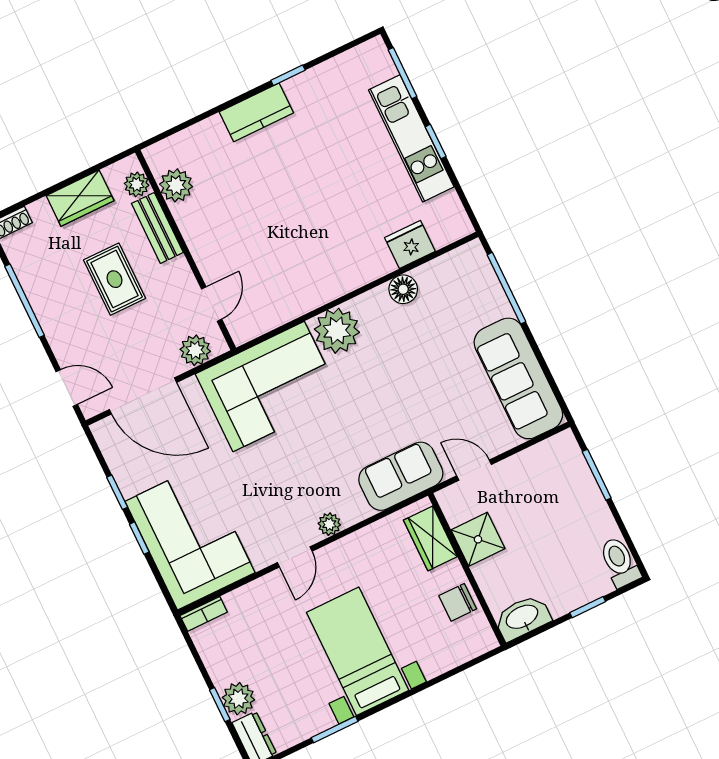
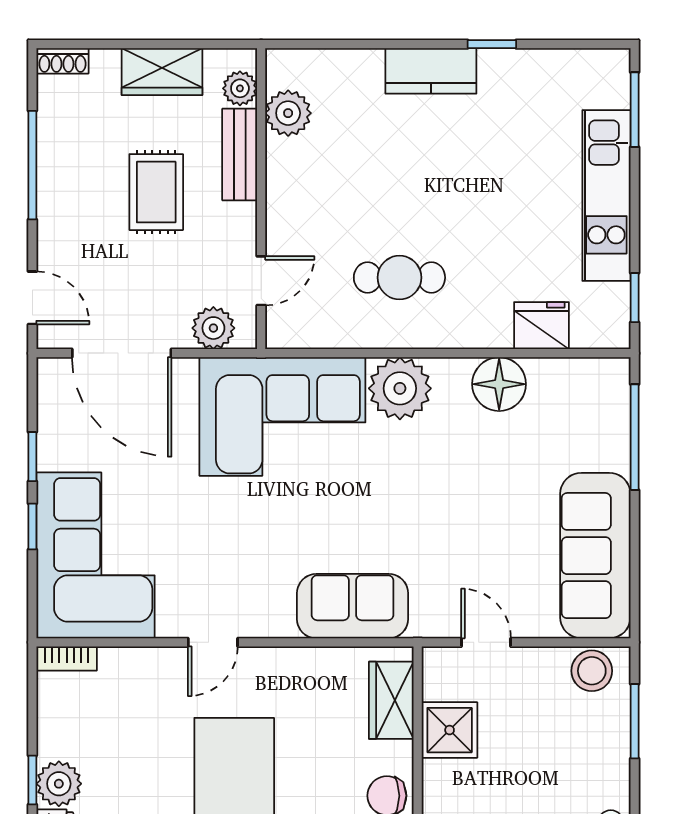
window: (436, 142) -> (635, 298), moved
cafe table: (301, 258) -> (399, 278), added
floor lamp: (403, 289) -> (499, 384), width x1.38, depth x1.38
stool: (553, 455) -> (592, 671), added
sofa: (401, 476) -> (353, 606), moved
plant: (329, 524) -> (275, 623), removed

